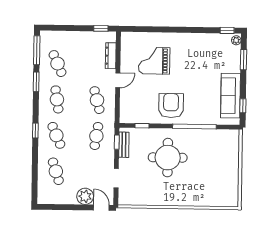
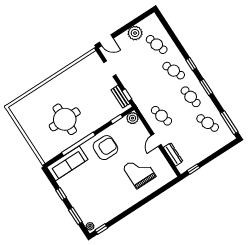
grand piano: (154, 61) -> (139, 172), turned -90
window: (36, 82) -> (206, 87), moved
sofa: (231, 96) -> (67, 163), moved, turned 90
armchair: (171, 106) -> (105, 148), turned -90
window: (243, 106) -> (61, 194), moved
plant: (126, 116) -> (132, 118), added
cafe table: (96, 136) -> (144, 90), removed
round table: (168, 158) -> (65, 119), moved
plant: (85, 196) -> (135, 33), moved

